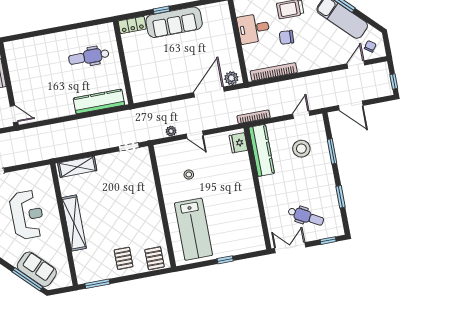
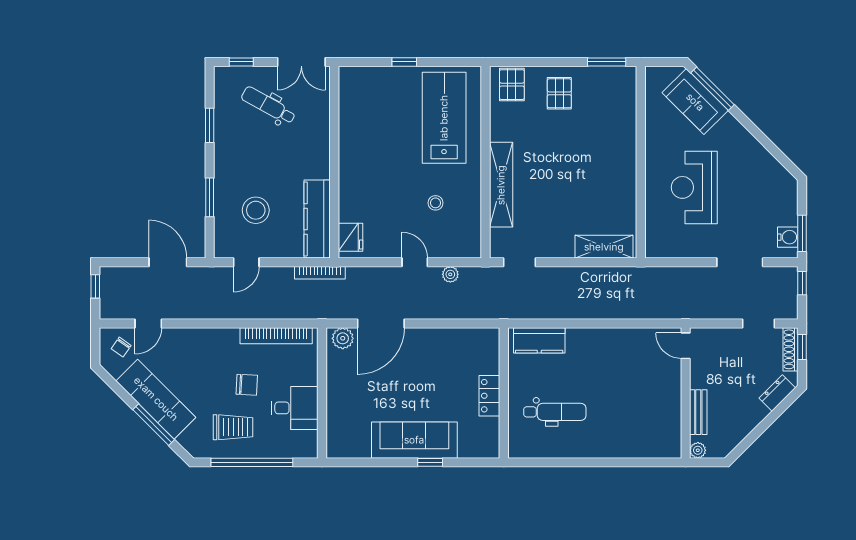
locker: (132, 25) -> (489, 396), moved, turned -90
kitchen counter: (99, 101) -> (539, 340), width x0.67
shelving: (74, 223) -> (501, 185), moved

